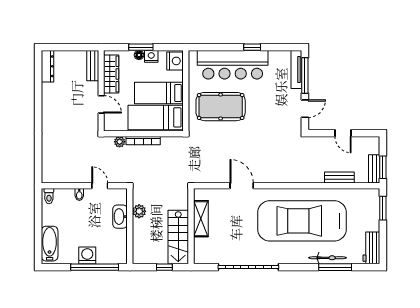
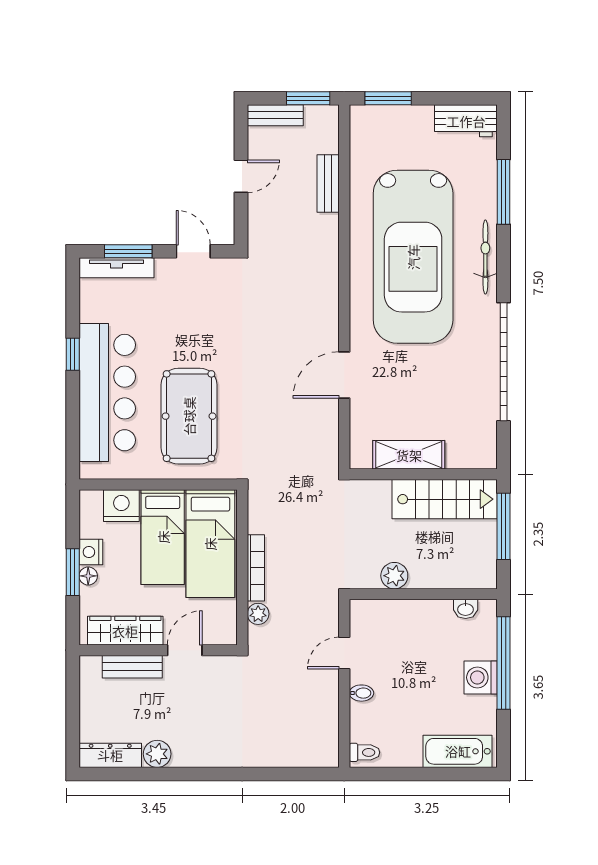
nightstand: (175, 61) -> (121, 506), moved
bench: (93, 66) -> (132, 667), moved
window: (305, 76) -> (128, 251), width x0.69
plant: (48, 90) -> (157, 754), added
bench: (374, 169) -> (275, 115), moved
washbasin: (120, 217) -> (466, 609), moved, width x0.52, depth x0.69
bicycle: (328, 258) -> (485, 257), moved
window: (164, 267) -> (504, 526), width x2.17

